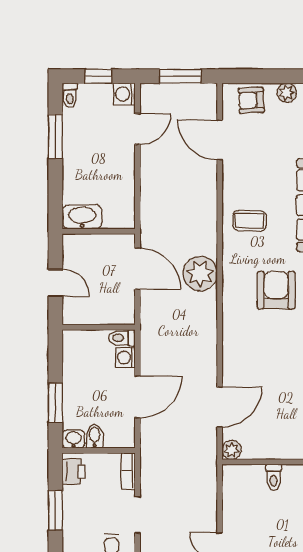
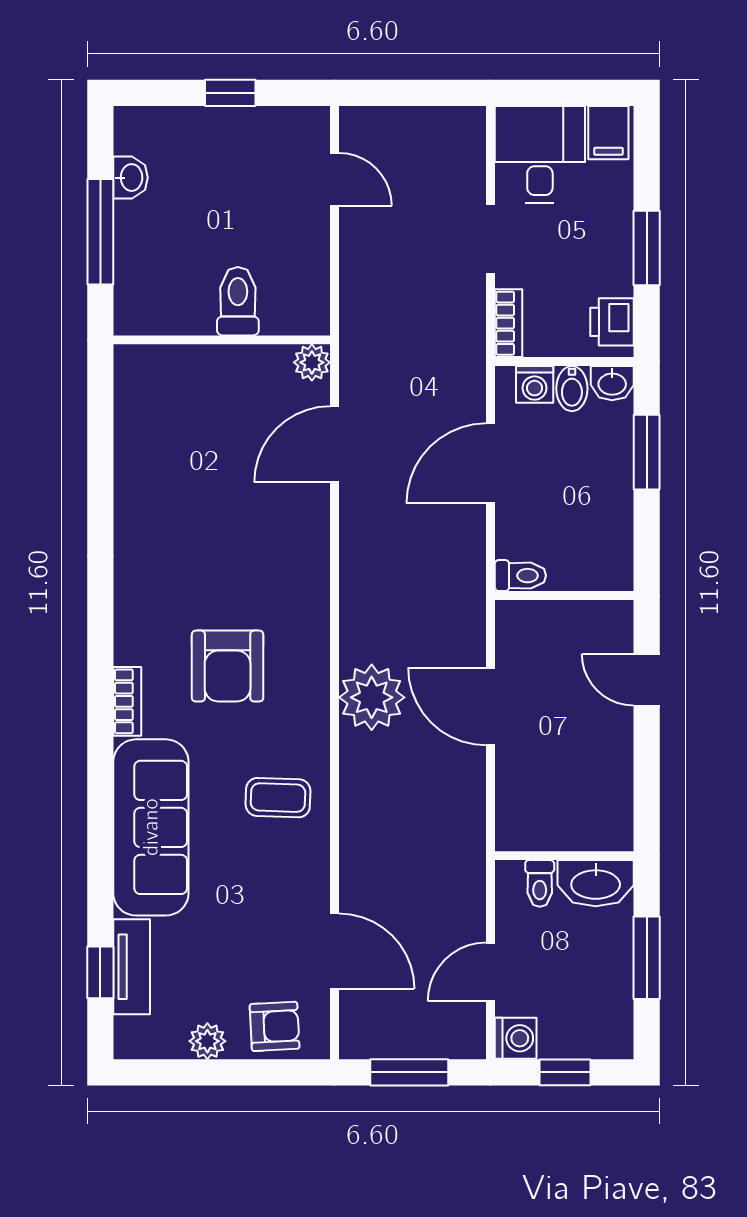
toilet: (70, 95) -> (540, 883), moved, turned 180
washbasin: (82, 217) -> (596, 883), moved
wall: (99, 231) -> (564, 856), moved
washing machine: (126, 358) -> (535, 384), moved, turned 90
toilet: (274, 477) -> (238, 301), width x1.37, depth x1.39

